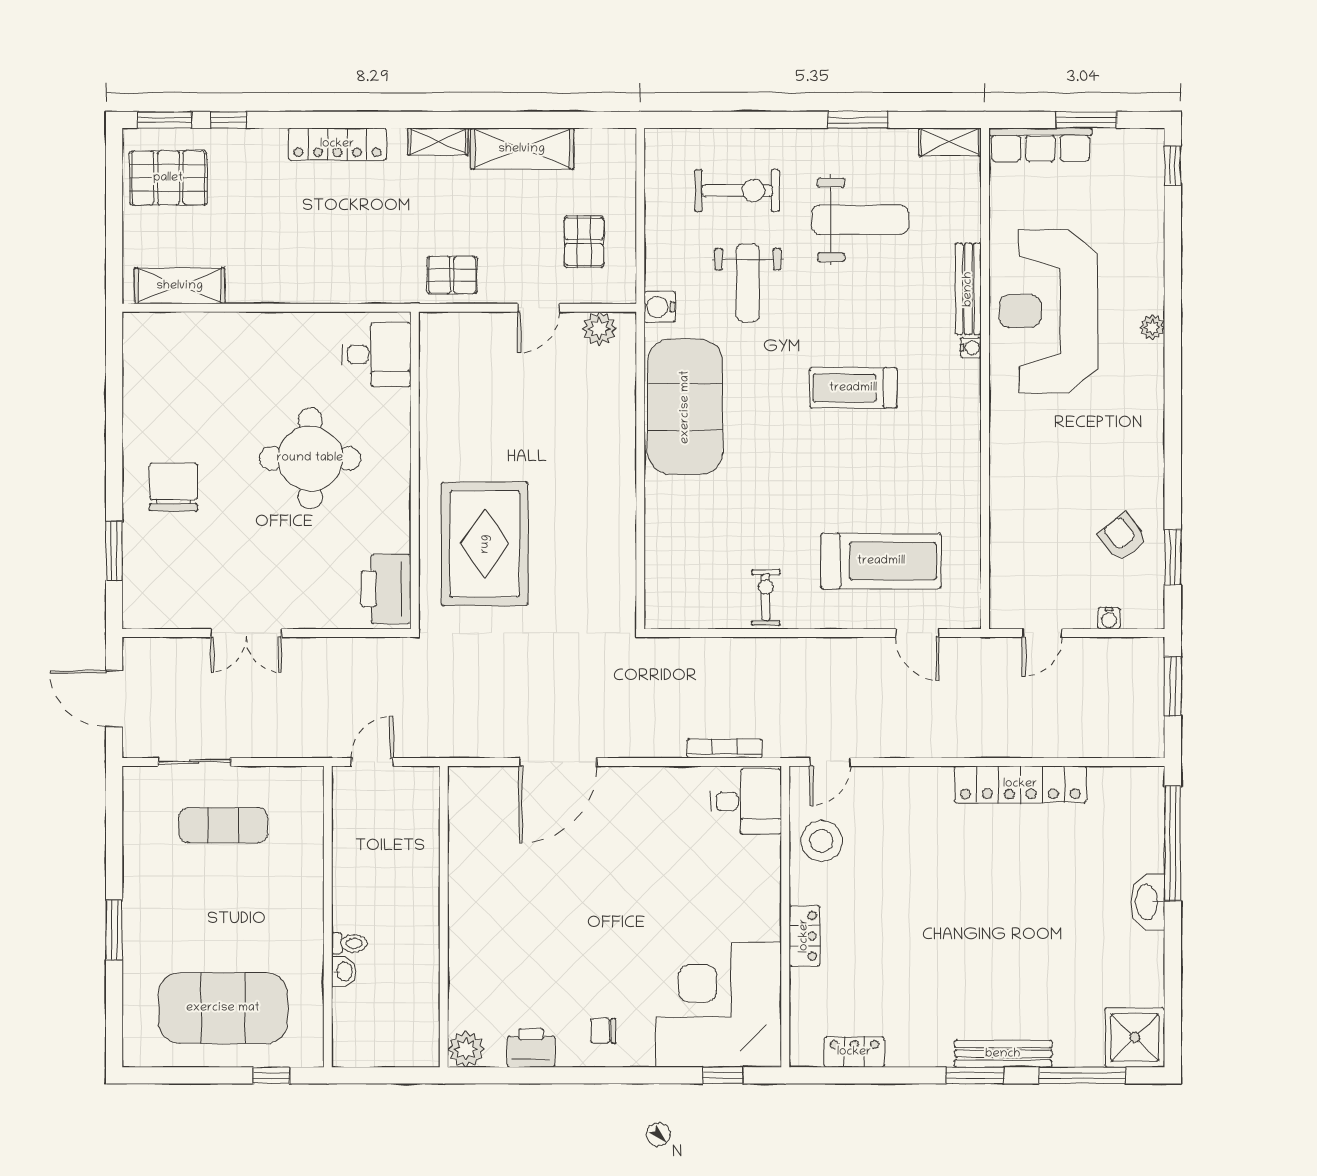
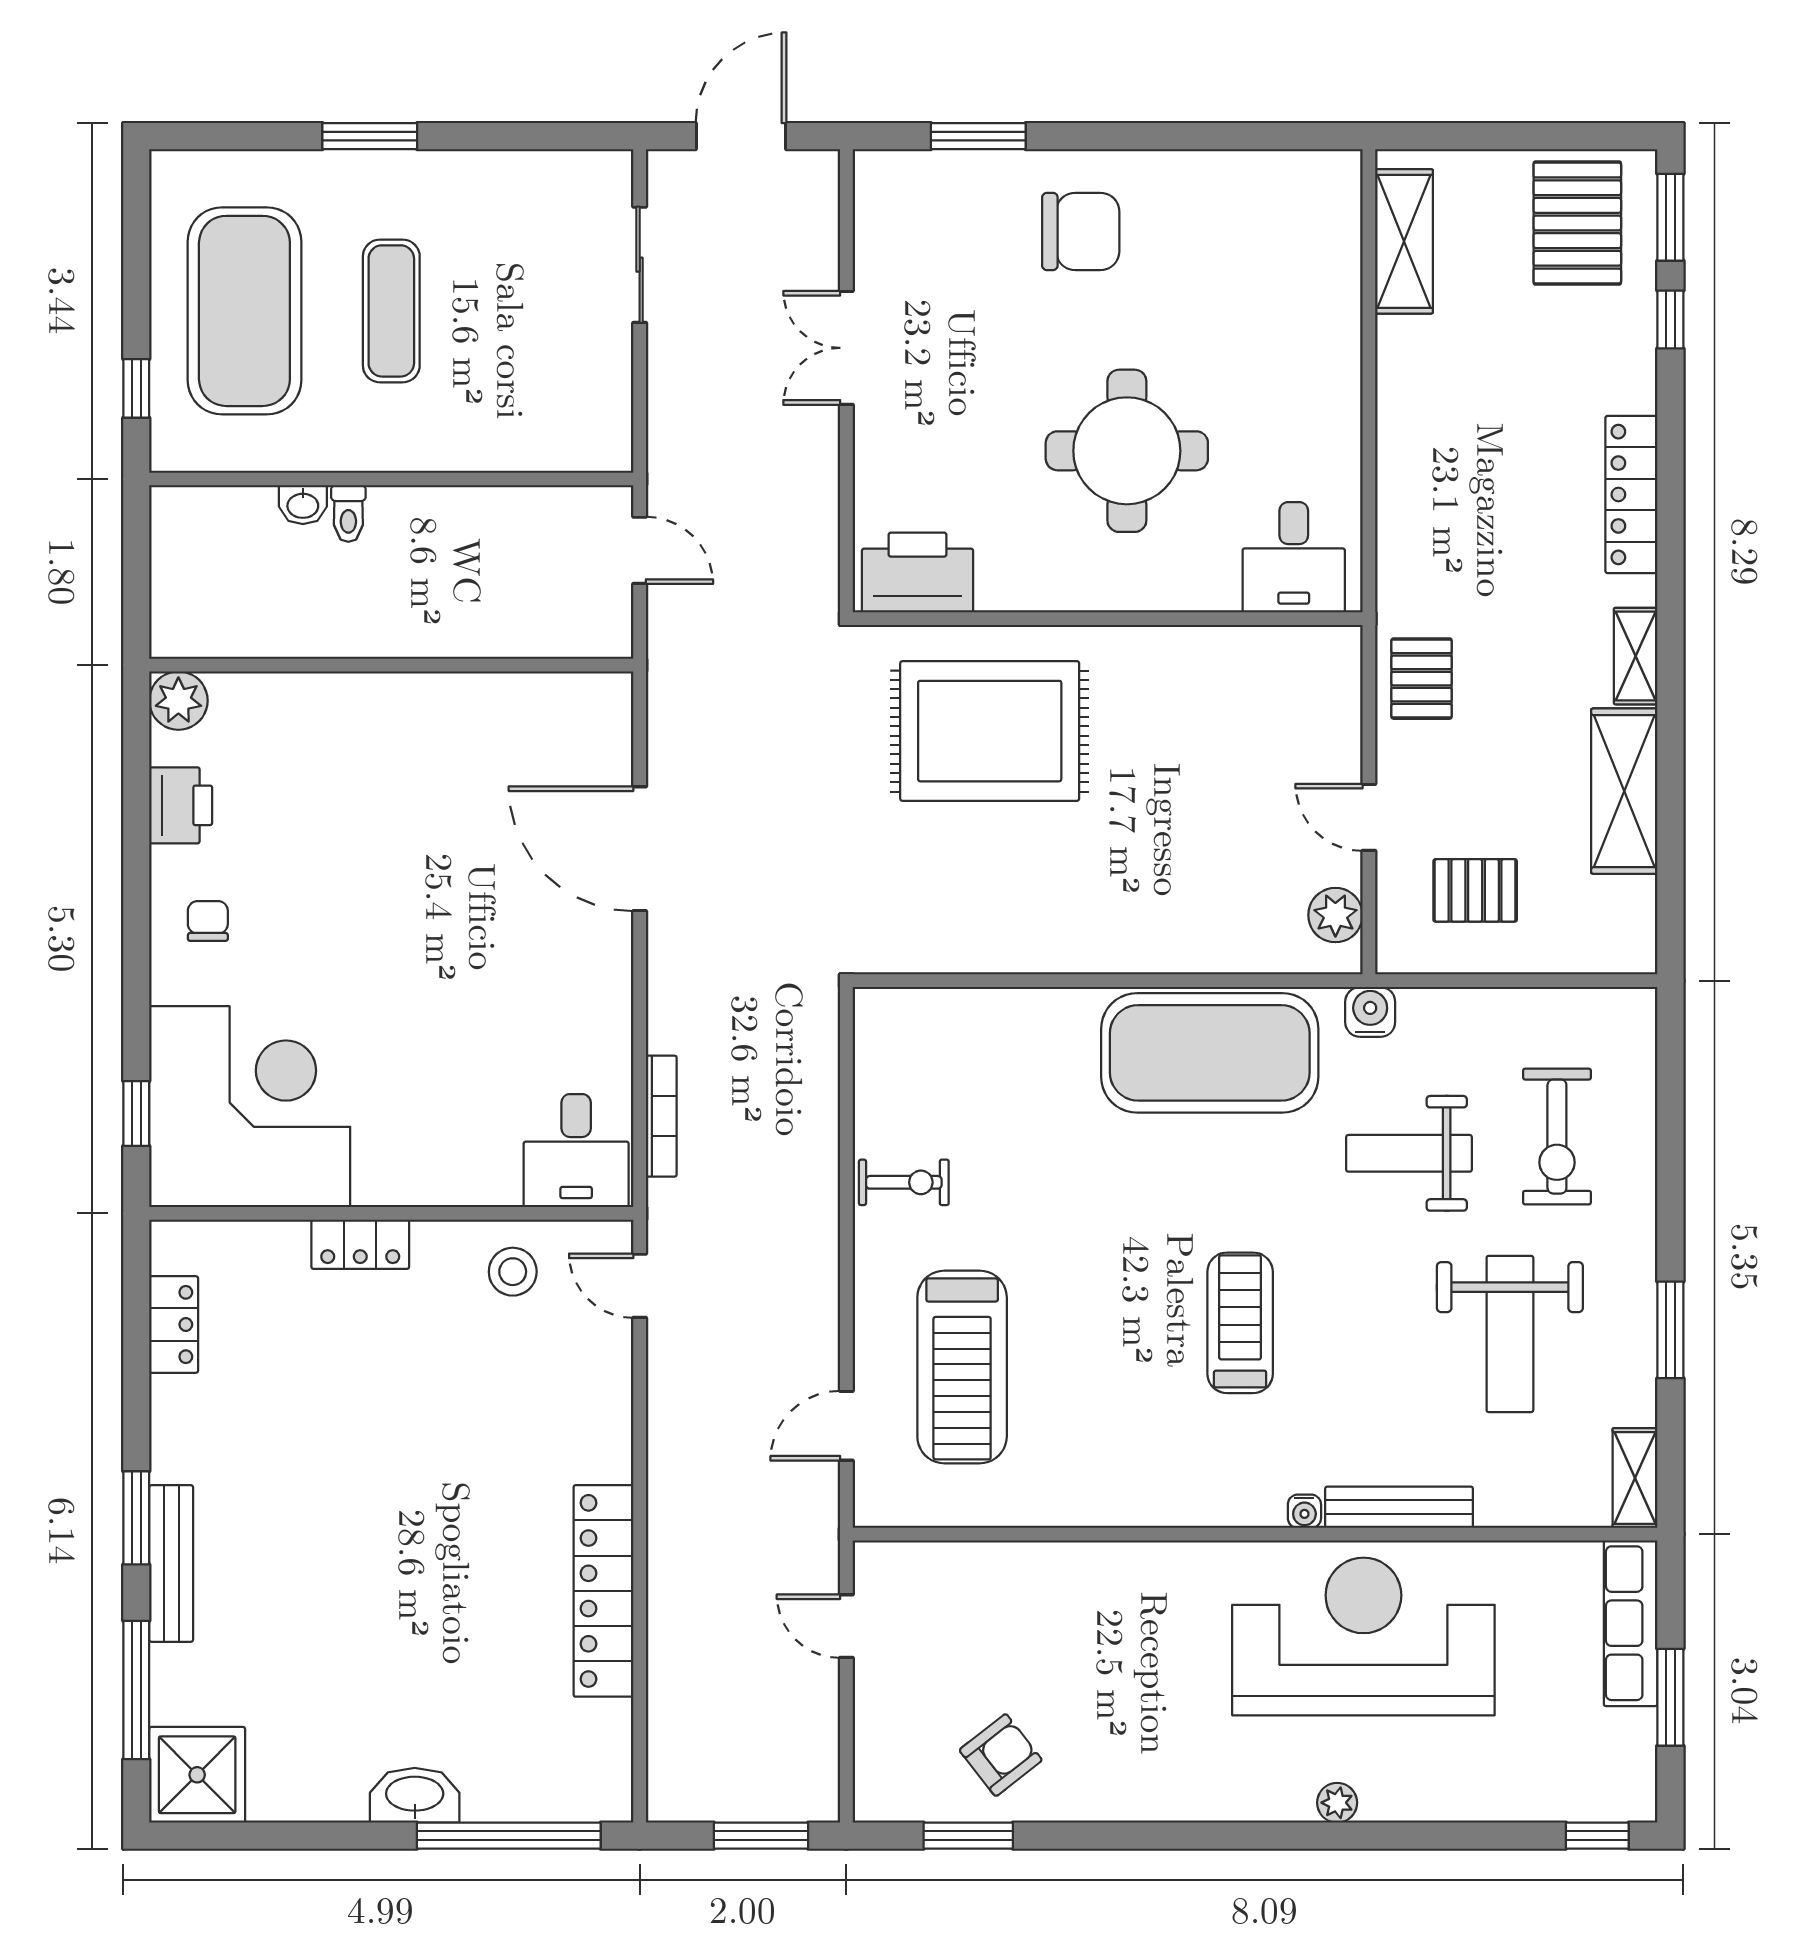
water cooler: (1109, 618) -> (870, 1733), removed
exercise mat: (223, 825) -> (391, 311), moved
stool: (821, 841) -> (513, 1272), width x0.73, depth x0.73

